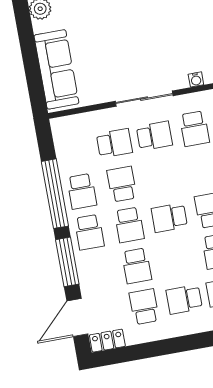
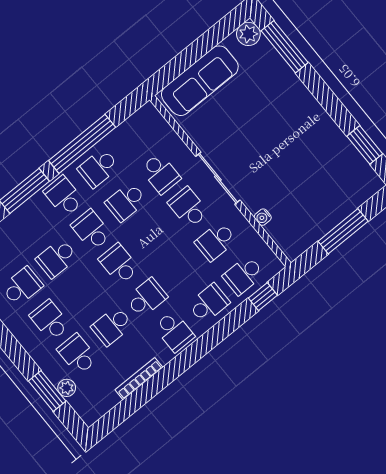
school desk: (154, 136) -> (188, 207), turned 180
school desk: (122, 184) -> (126, 202), turned 180
school desk: (129, 225) -> (91, 230), turned 90
school desk: (89, 232) -> (64, 196), turned 90

